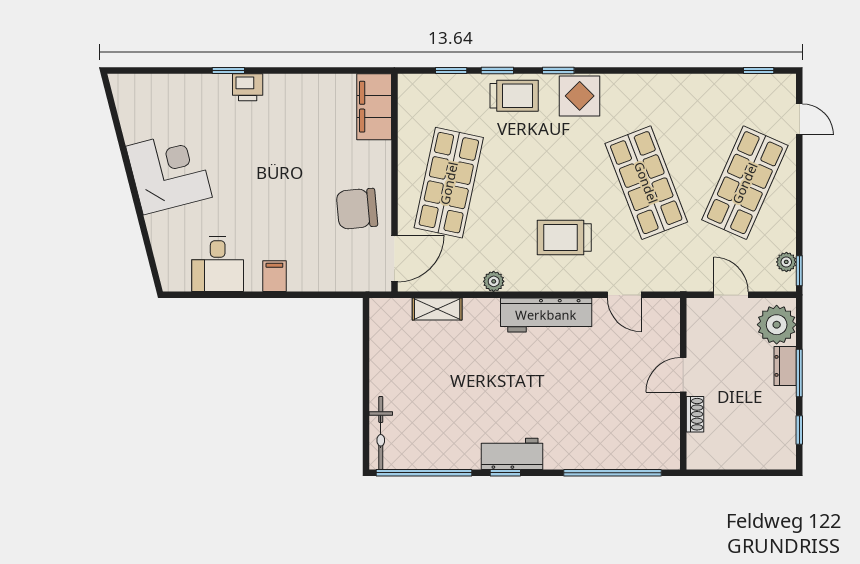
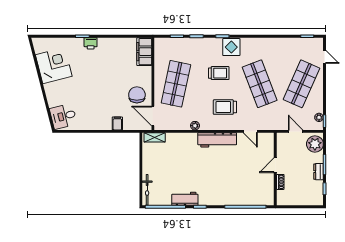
trolley: (514, 96) -> (219, 73), moved
corner desk: (169, 172) -> (54, 65), moved
chair: (357, 209) -> (137, 95), turned 95
door: (394, 259) -> (153, 116), swing flipped
desk: (218, 264) -> (63, 116), moved, turned 76
filing cabinet: (274, 276) -> (117, 123), moved
shelving: (437, 309) -> (155, 137), moved
dresser: (785, 366) -> (319, 172), moved
workbench: (512, 454) -> (185, 199), moved

